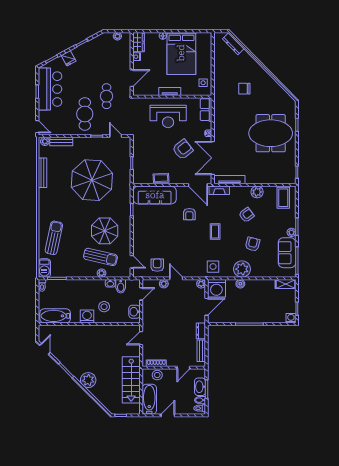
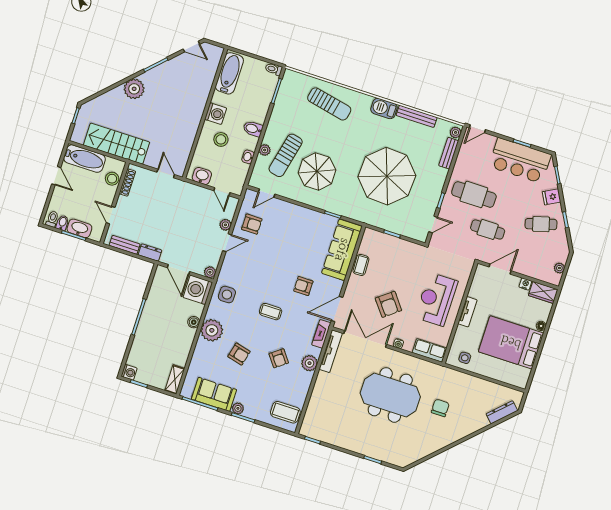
cafe table: (90, 59) -> (541, 224), added
door: (132, 78) -> (500, 269), swing flipped
meeting table: (271, 133) -> (390, 395), moved, turned 90
plant: (257, 192) -> (309, 363), moved
barbecue: (44, 268) -> (384, 108), moved
bidet: (121, 286) -> (253, 129), moved

